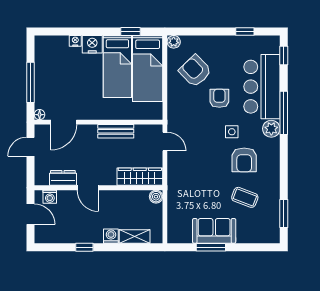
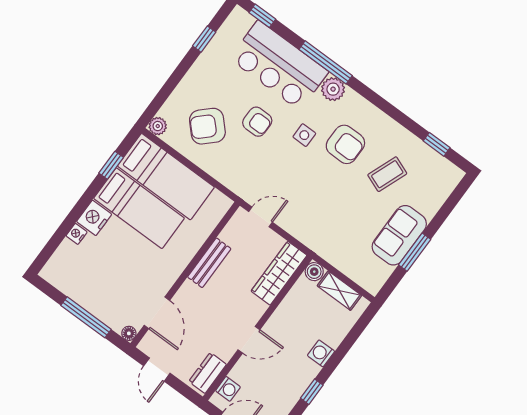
armchair: (219, 98) -> (257, 122), turned 180
dresser: (63, 178) -> (208, 373), moved
window: (284, 213) -> (437, 144), width x0.67
shelving: (135, 236) -> (339, 291), moved, turned 90

